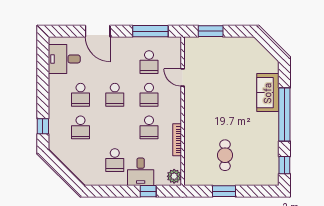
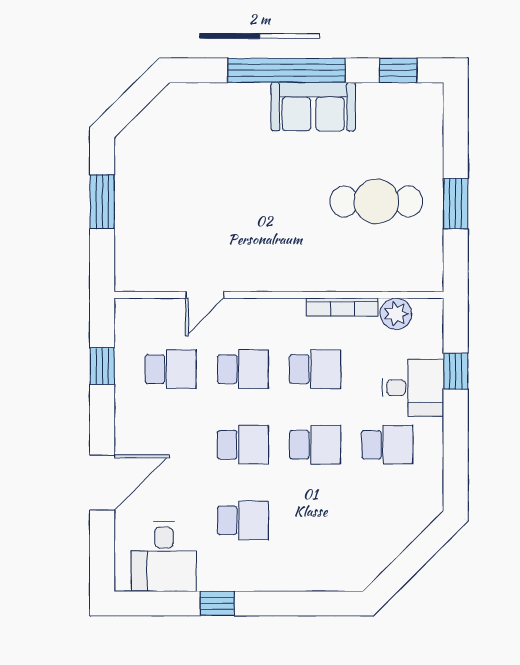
window: (150, 31) -> (102, 366), width x0.46
window: (211, 31) -> (102, 202), moved
sofa: (268, 93) -> (313, 107), moved
window: (43, 126) -> (217, 603), moved
school desk: (81, 127) -> (315, 445), moved
cafe table: (225, 155) -> (376, 201), width x1.37, depth x1.35
plant: (174, 176) -> (396, 314), moved

